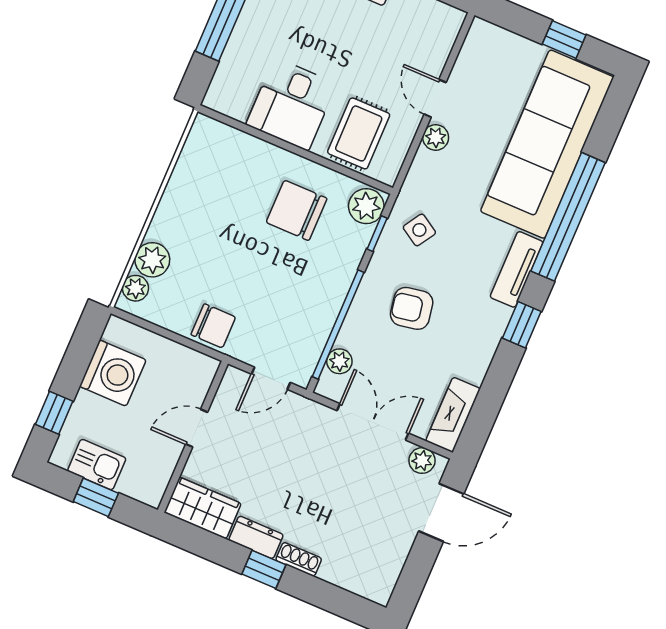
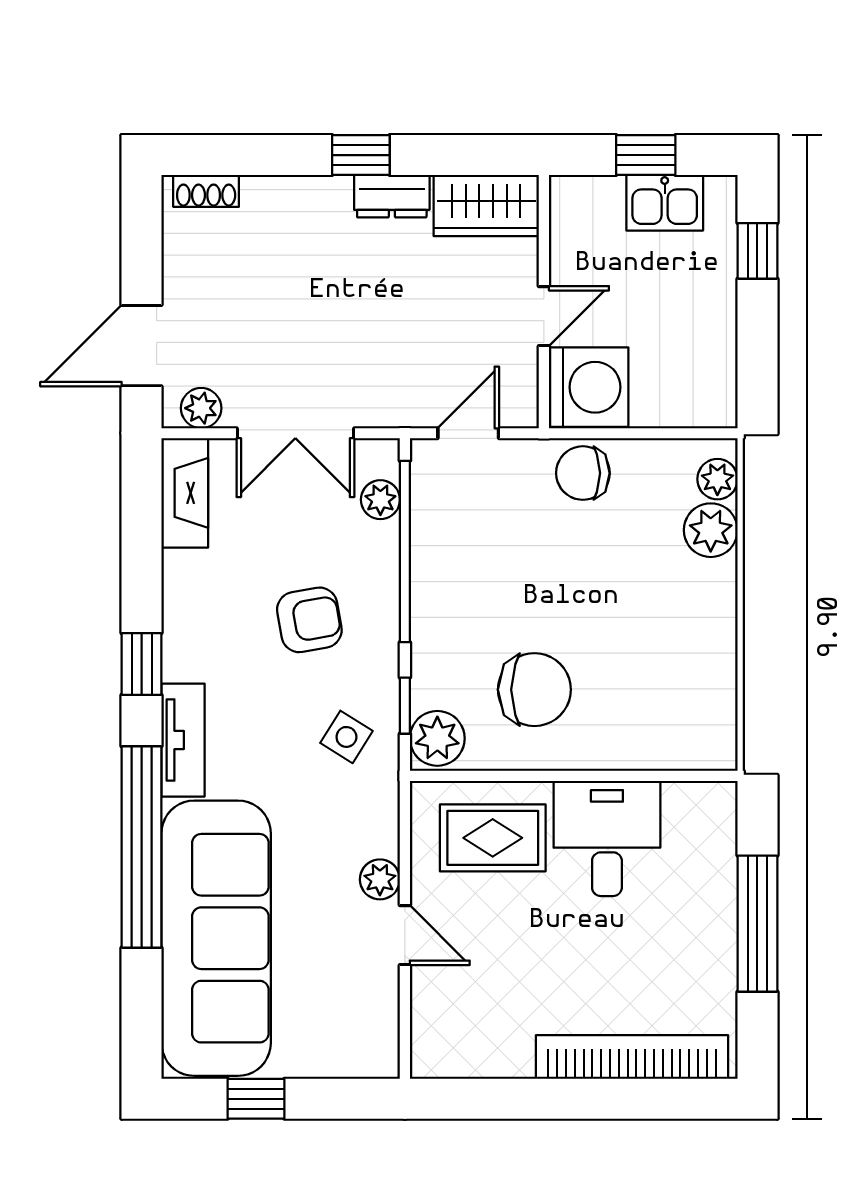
rug: (359, 133) -> (493, 838), turned 90
washing machine: (113, 373) -> (589, 387), moved, turned 180
shoe rack: (299, 559) -> (206, 191), moved

